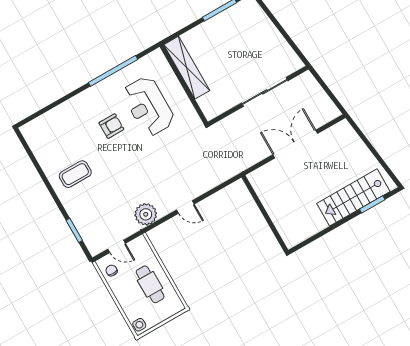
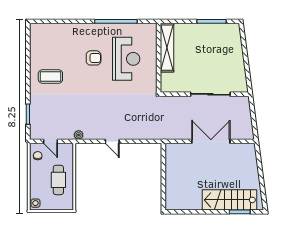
reception desk: (148, 106) -> (126, 59), turned 180
plant: (146, 214) -> (79, 135), width x0.53, depth x0.53

